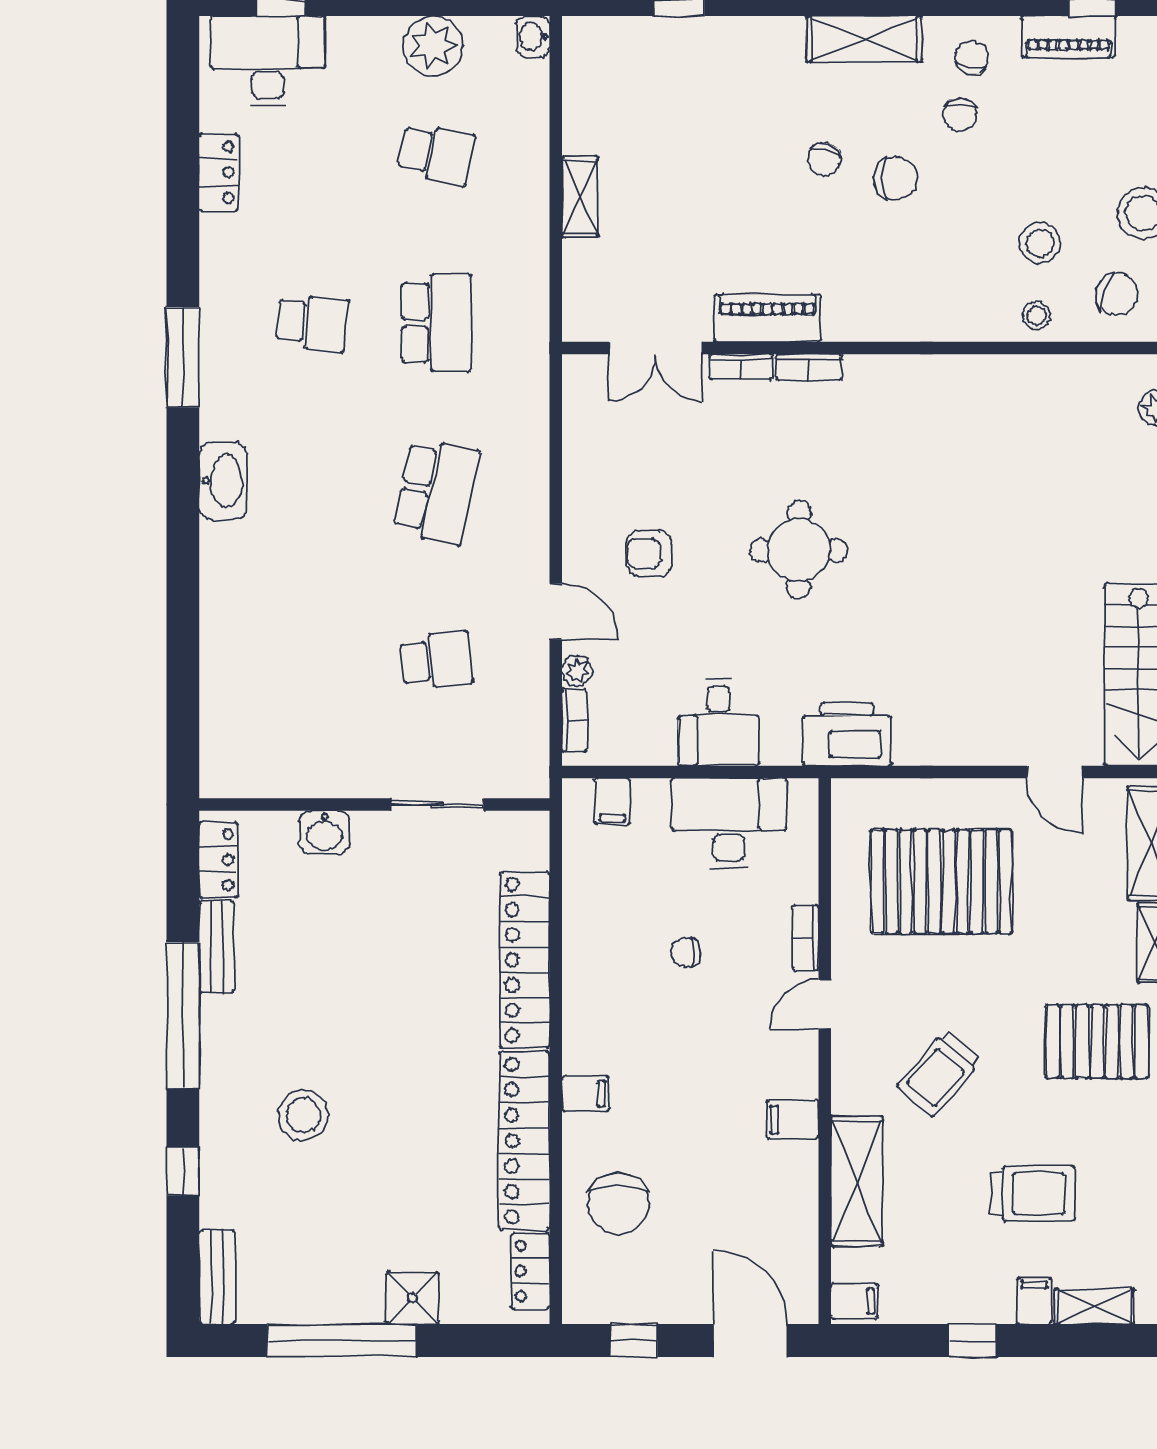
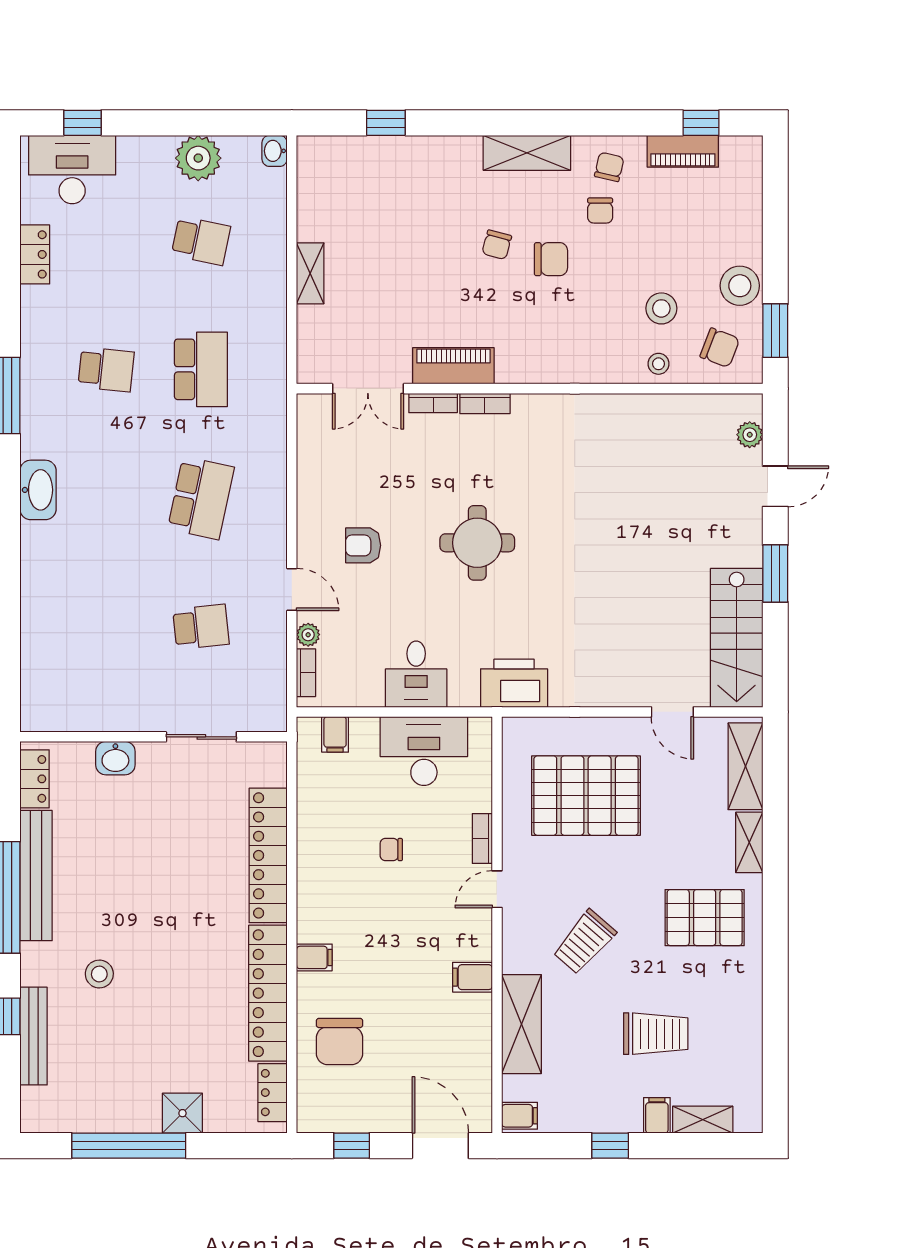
bench: (217, 947) -> (36, 876), width x1.86, depth x1.21
stool: (303, 1115) -> (99, 974), width x0.73, depth x0.73
bench: (217, 1277) -> (33, 1036), moved, width x1.36

